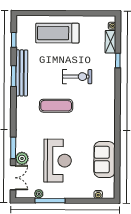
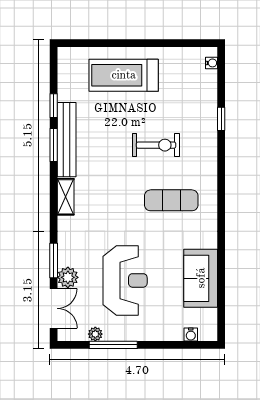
window: (14, 40) -> (54, 106), moved
shelving: (110, 42) -> (66, 197), moved
exercise mat: (56, 106) -> (171, 200), moved

